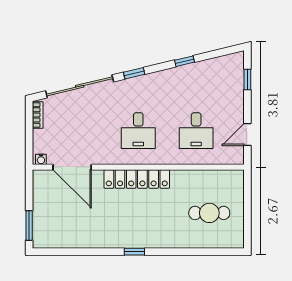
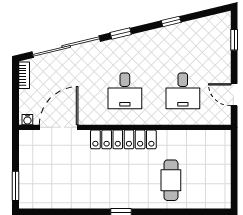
door: (247, 135) -> (234, 95), hinge flipped
door: (72, 167) -> (59, 127), swing flipped
cafe table: (209, 213) -> (171, 180), moved, turned 90

